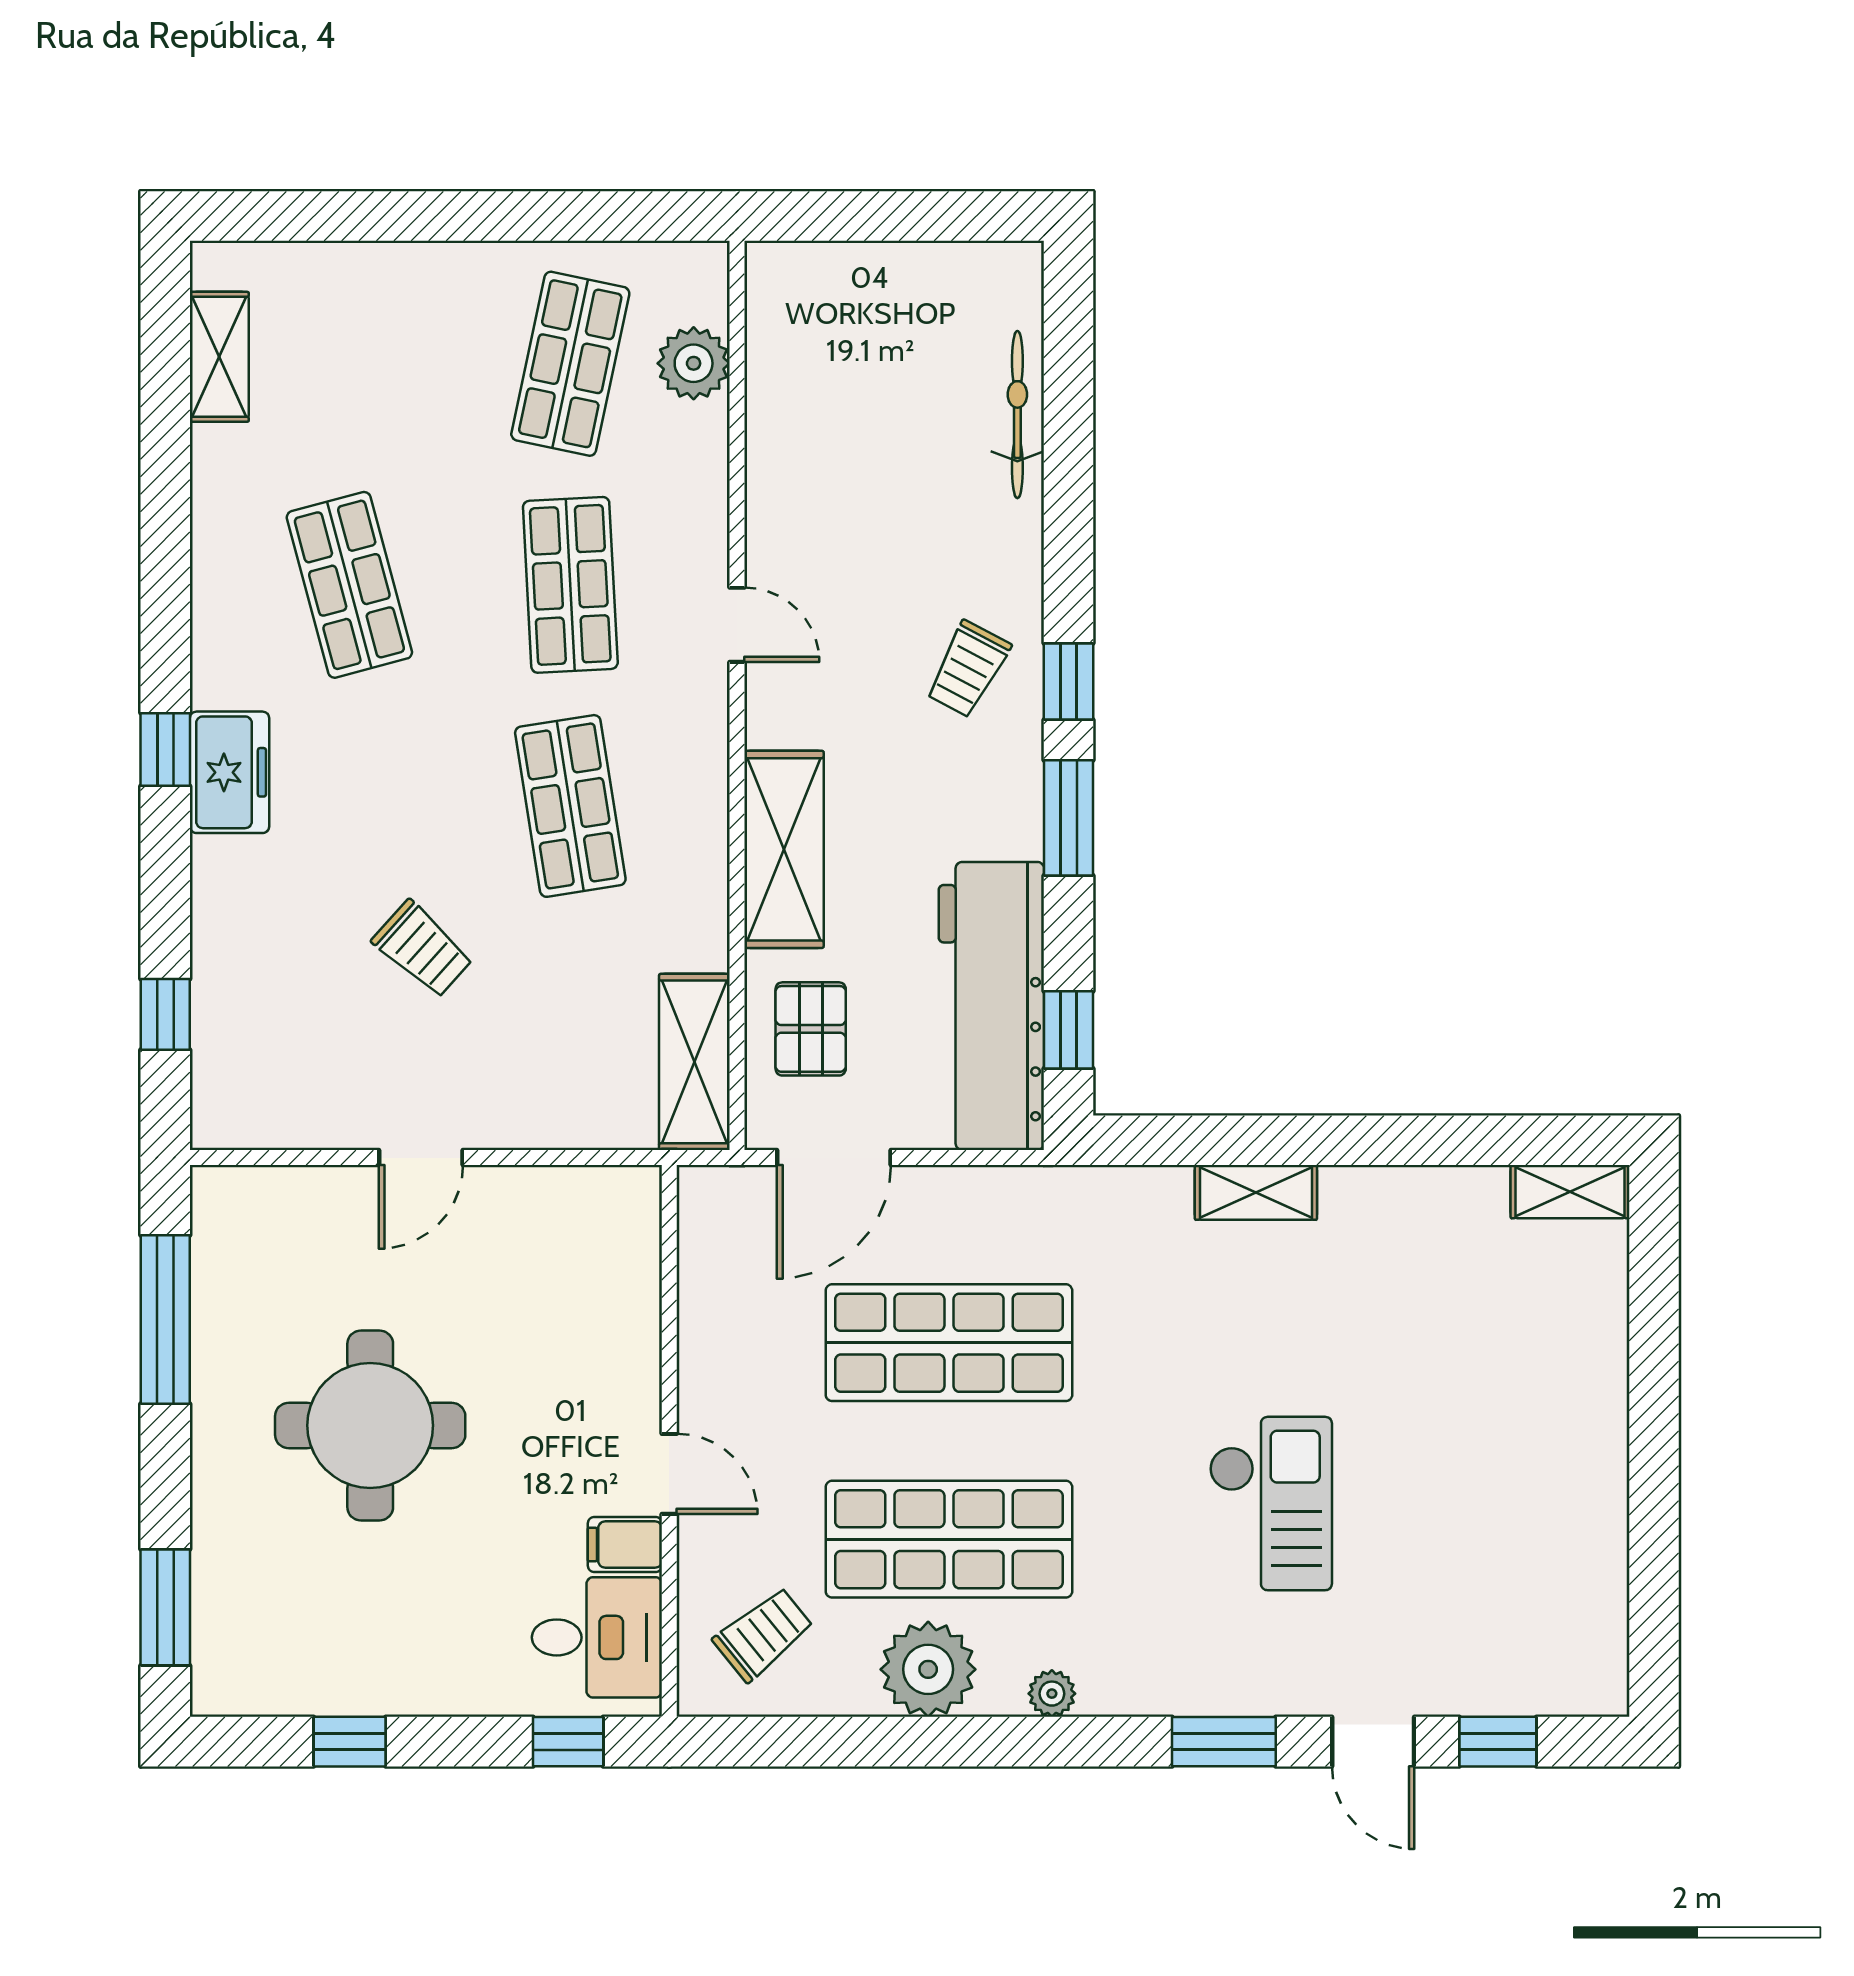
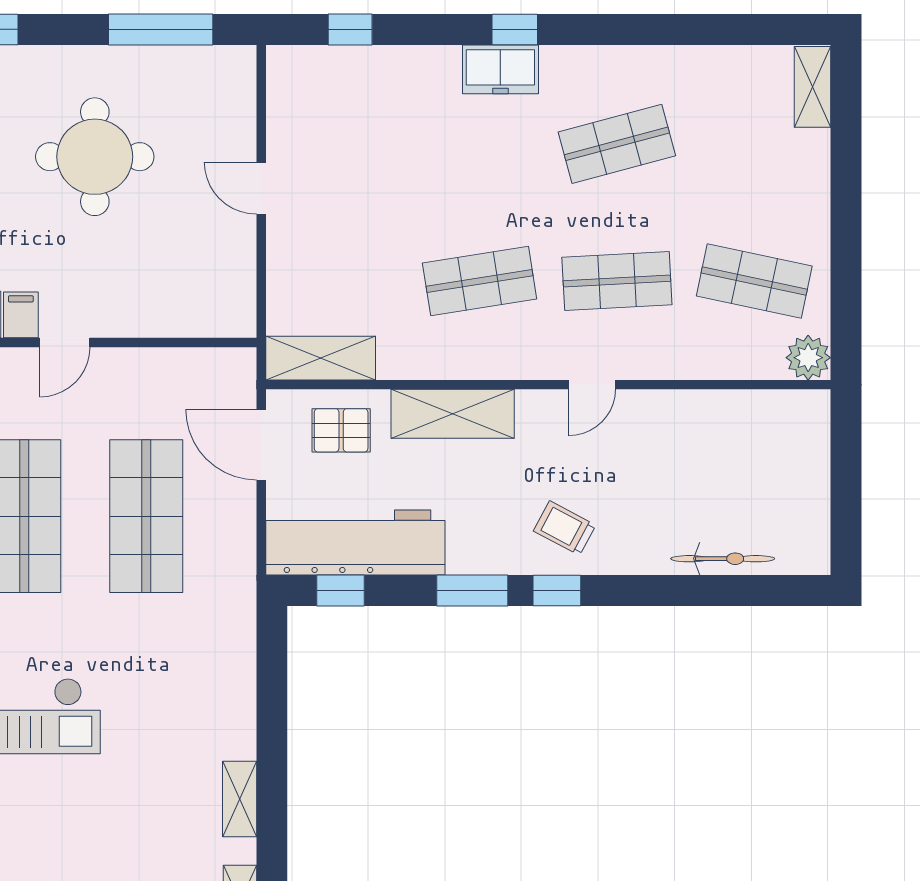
shelving: (219, 357) -> (812, 87), moved, turned 90
plant: (694, 363) -> (808, 358), moved
trolley: (423, 949) -> (391, 189), removed
shelving: (1256, 1192) -> (240, 799), moved

